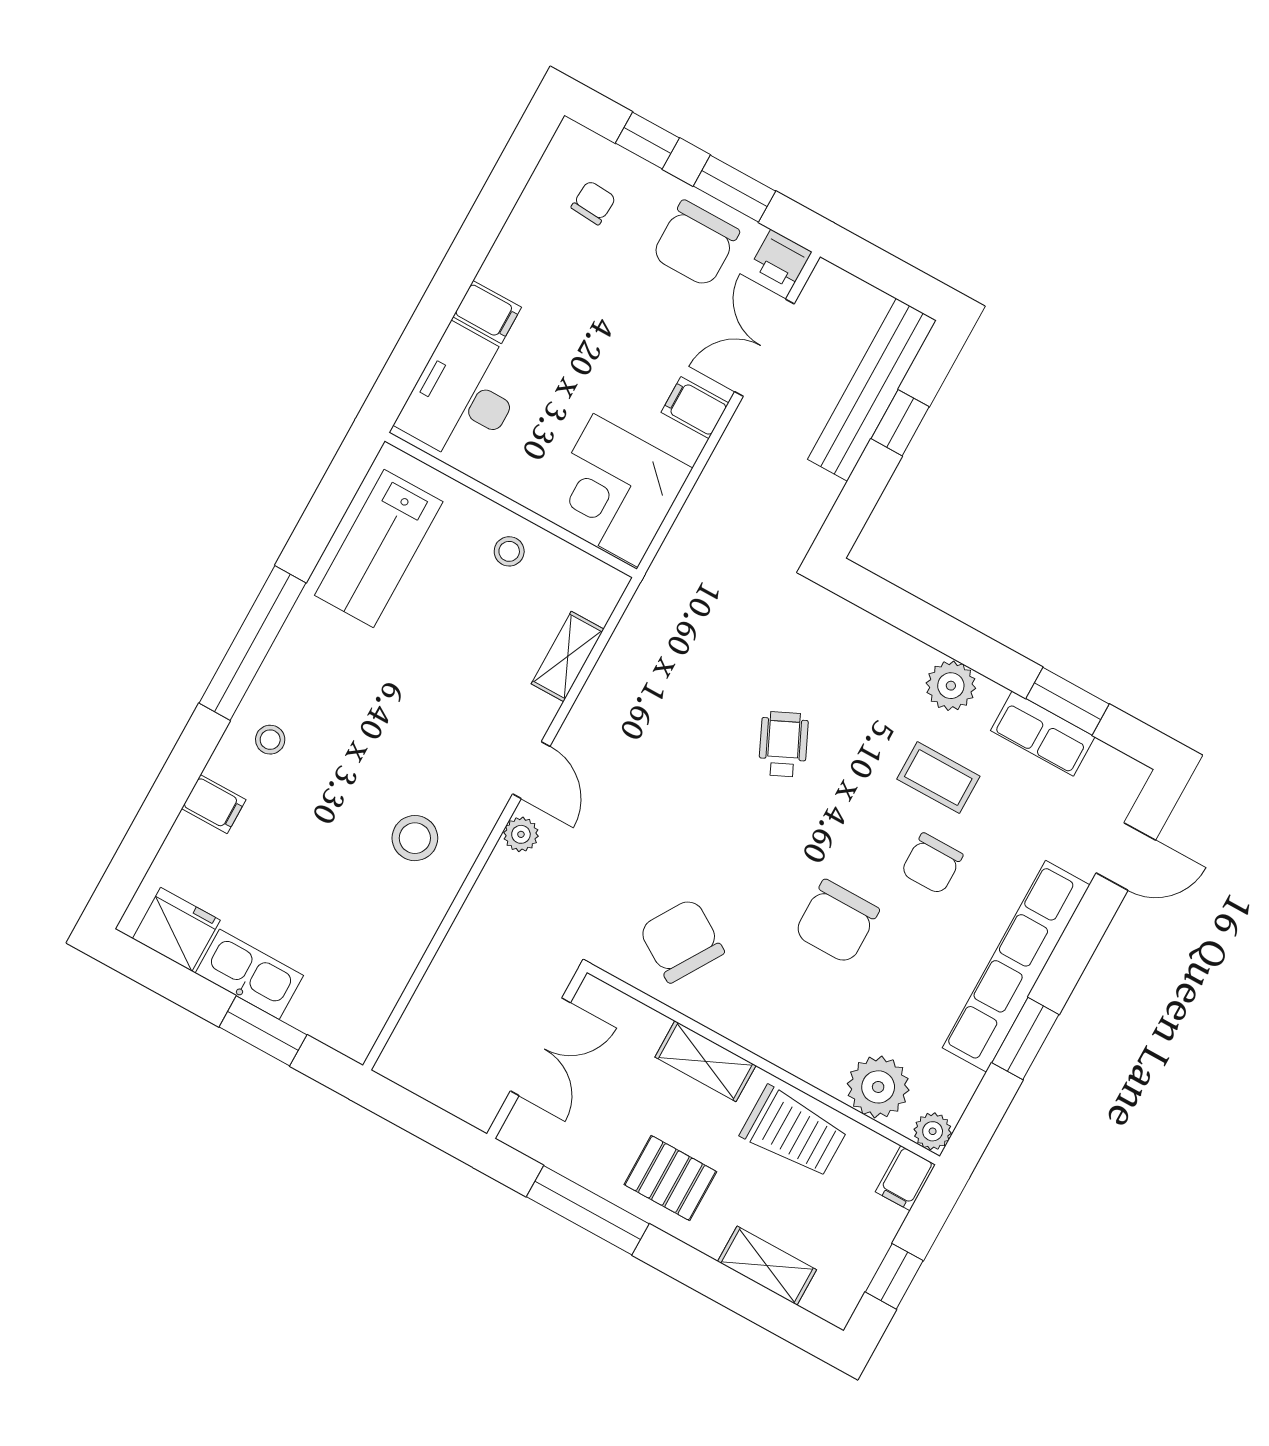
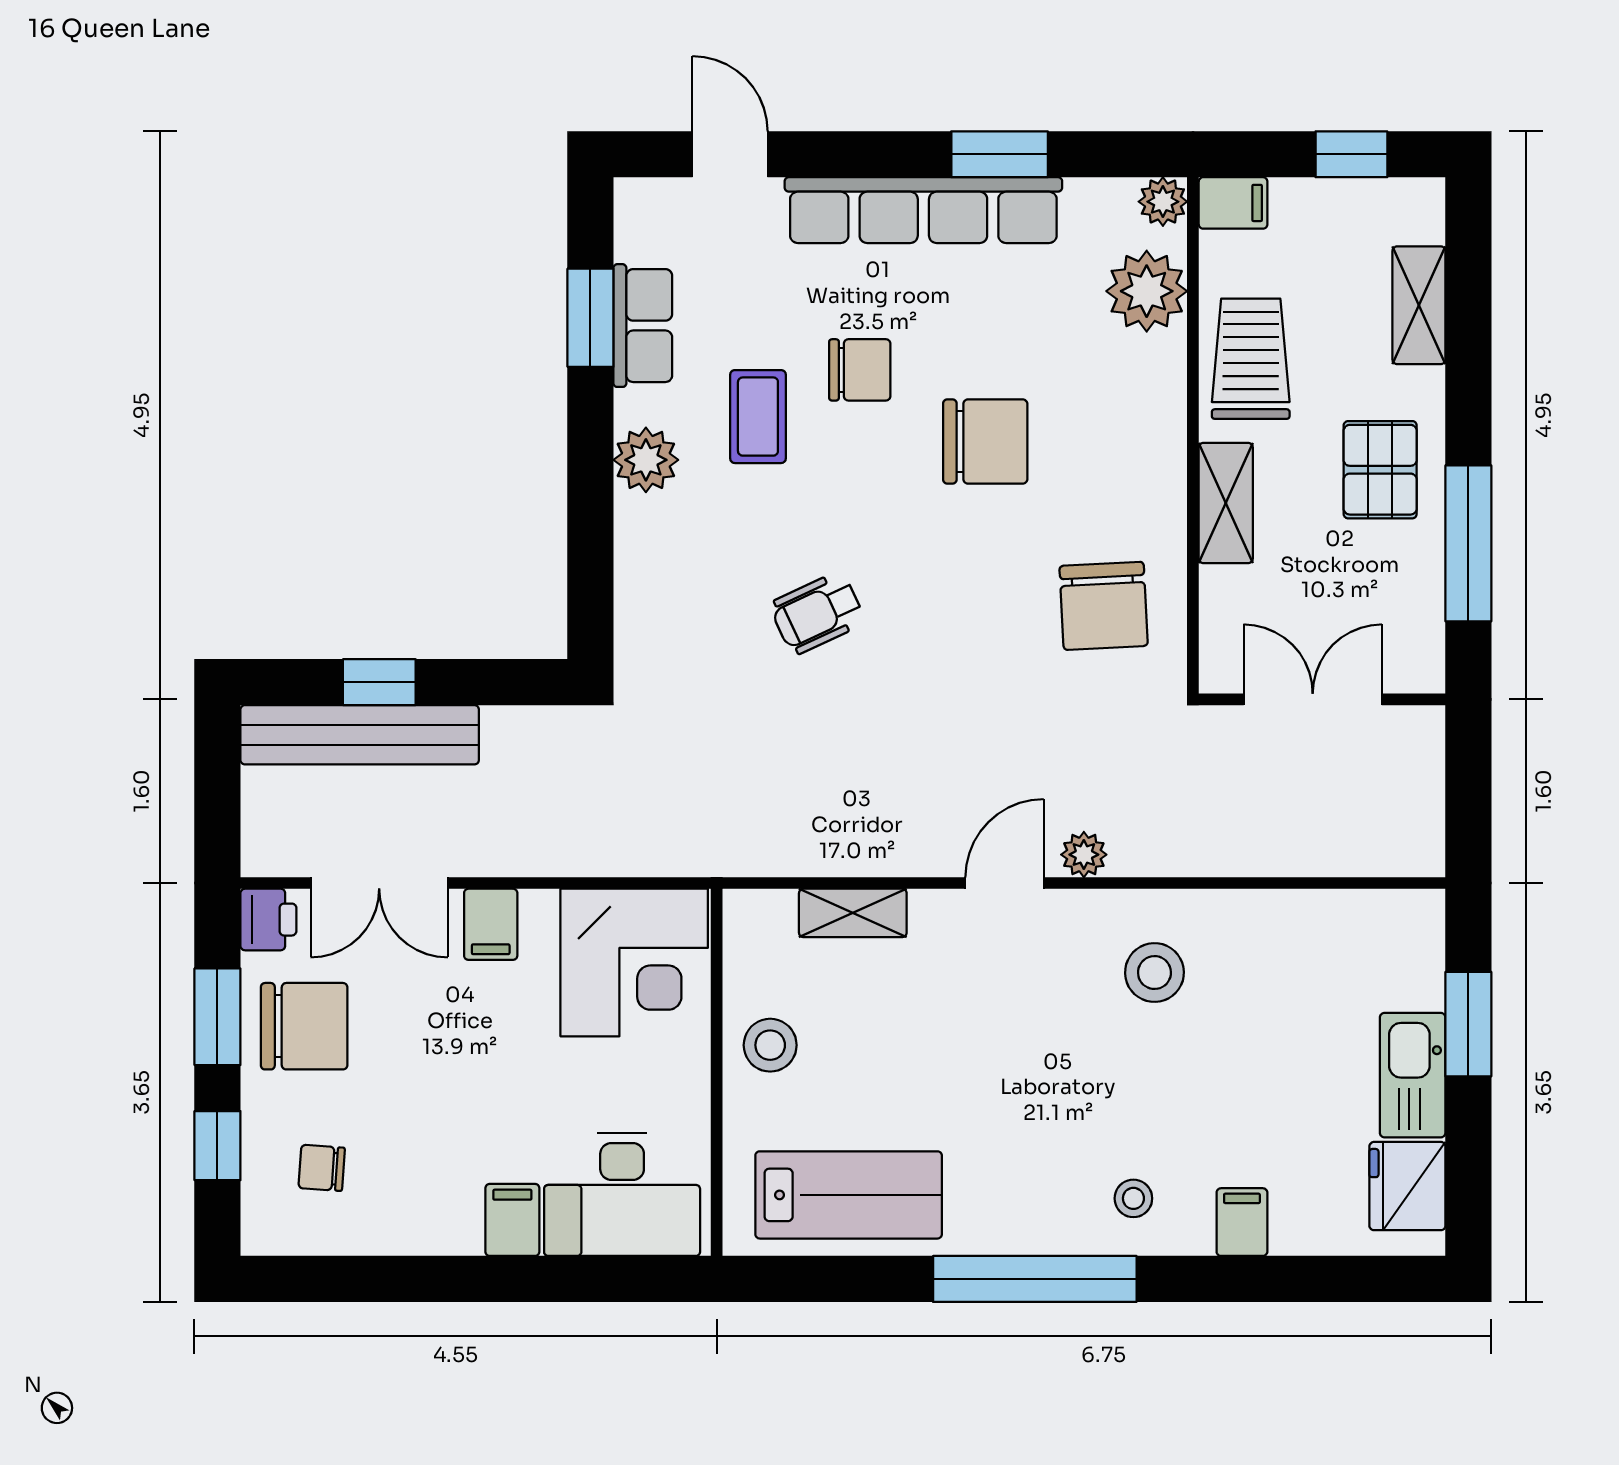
stool: (509, 551) -> (770, 1045), width x1.37, depth x1.37
chair: (682, 940) -> (1104, 606), turned -35

